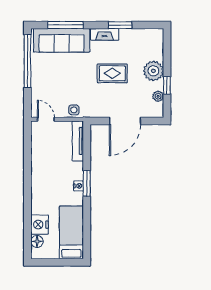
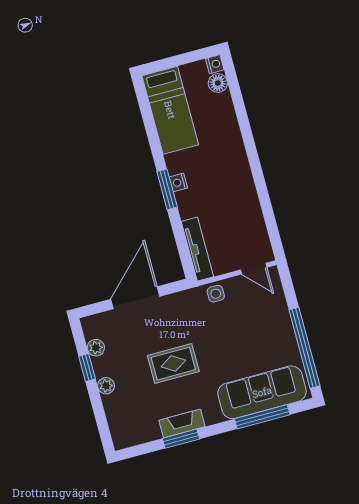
fireplace: (105, 34) -> (182, 423), moved
plant: (153, 71) -> (106, 386), width x0.53, depth x0.53
nightstand: (40, 225) -> (215, 64), moved, width x0.53, depth x0.56

